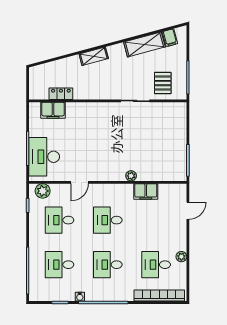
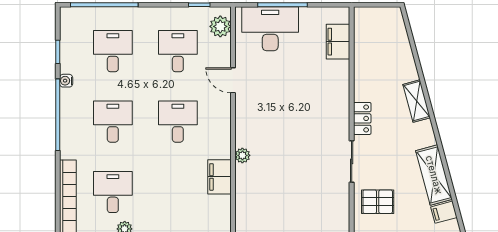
locker: (61, 94) -> (362, 118), moved

